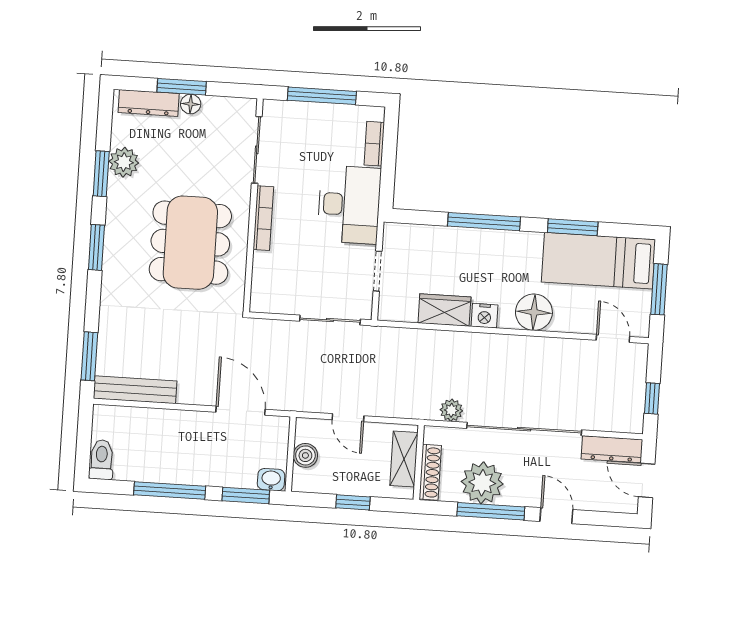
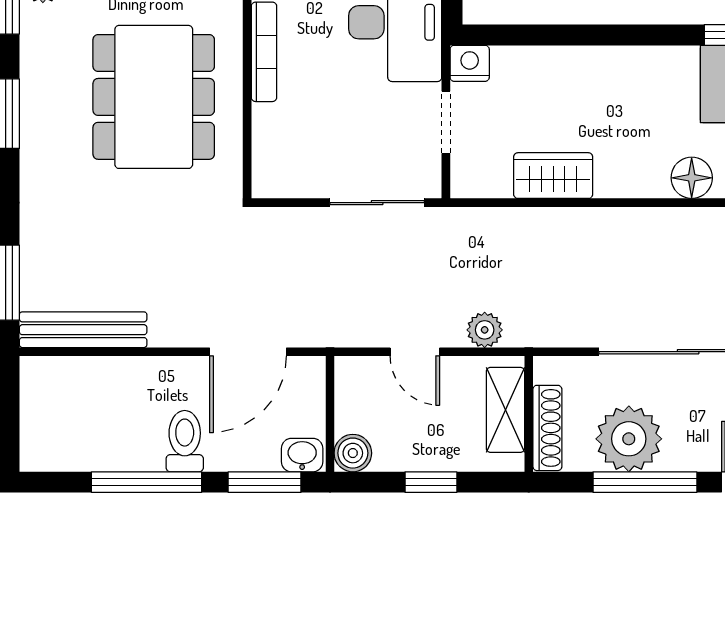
window: (484, 222) -> (605, 35), removed
floor lamp: (534, 312) -> (692, 178), width x0.73, depth x0.73
nightstand: (484, 316) -> (470, 63), moved, turned 180
plant: (451, 410) -> (485, 330), moved
door: (240, 411) -> (248, 352), swing flipped
boiler: (305, 455) -> (353, 453), moved
toilet: (101, 460) -> (185, 441), moved

